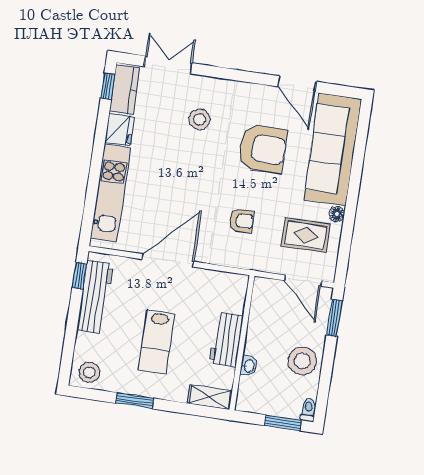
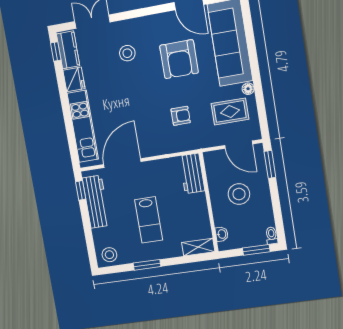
armchair: (263, 149) -> (179, 59), turned 90
door: (168, 260) -> (122, 163), moved
workbench: (226, 339) -> (192, 173), moved
stool: (302, 361) -> (239, 194), moved
washbasin: (249, 366) -> (222, 234), moved

